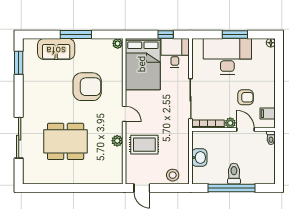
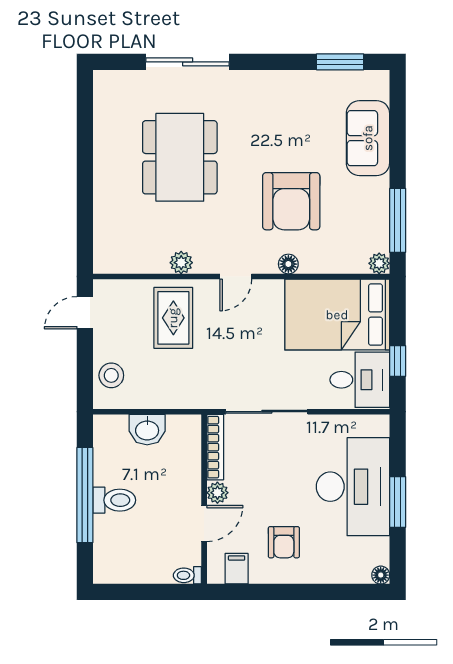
window: (76, 34) -> (398, 220), moved
floor lamp: (118, 88) -> (288, 264), added
armchair: (245, 97) -> (284, 542), moved

